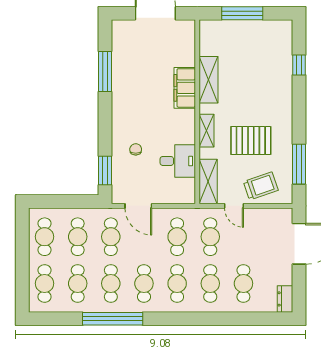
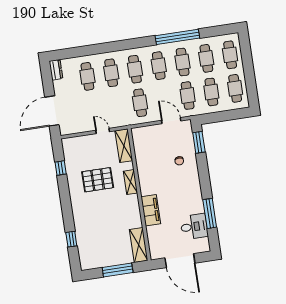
shelving: (208, 80) -> (139, 245), moved
desk: (178, 161) -> (194, 227), moved, turned 180
window: (299, 164) -> (61, 168), width x0.46
trolley: (261, 186) -> (86, 148), removed
cafe table: (210, 237) -> (116, 106), removed

